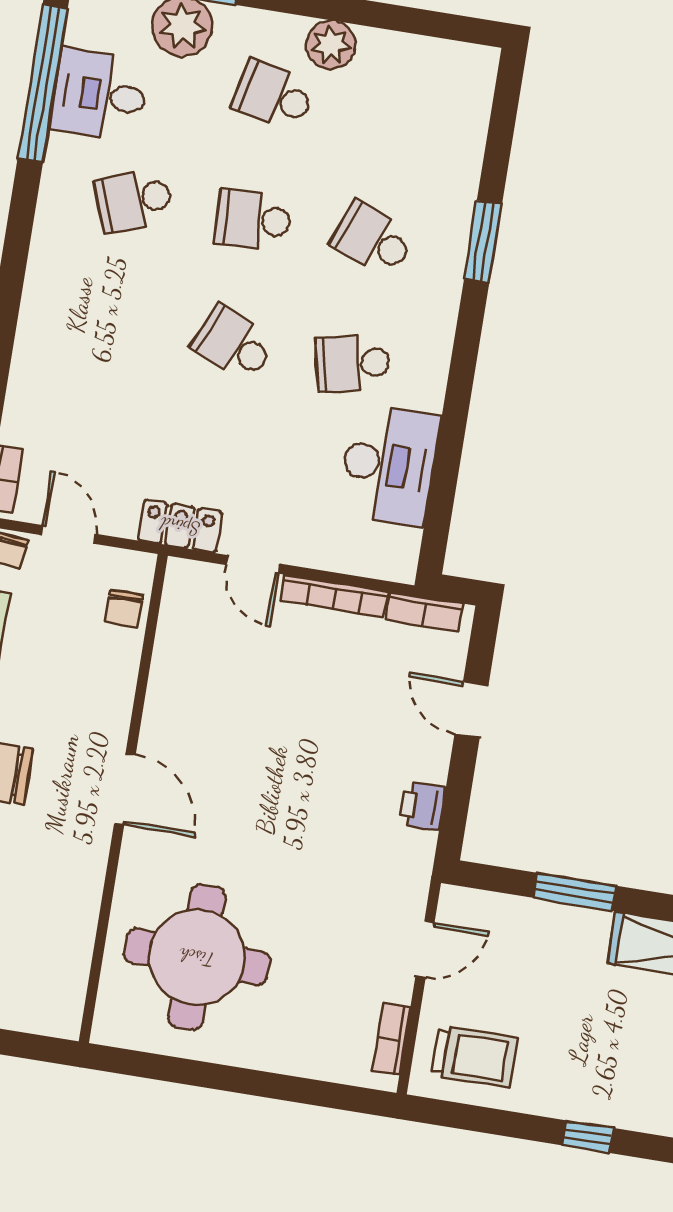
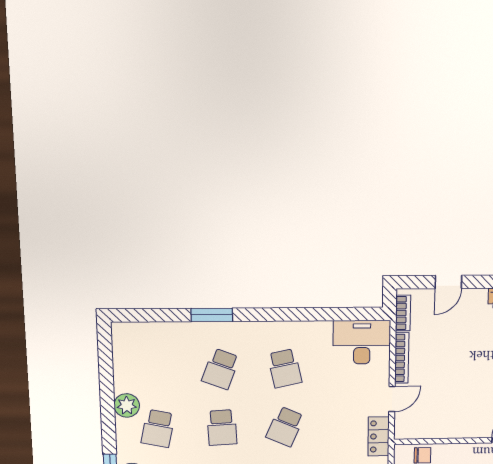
desk: (389, 465) -> (362, 342), moved

